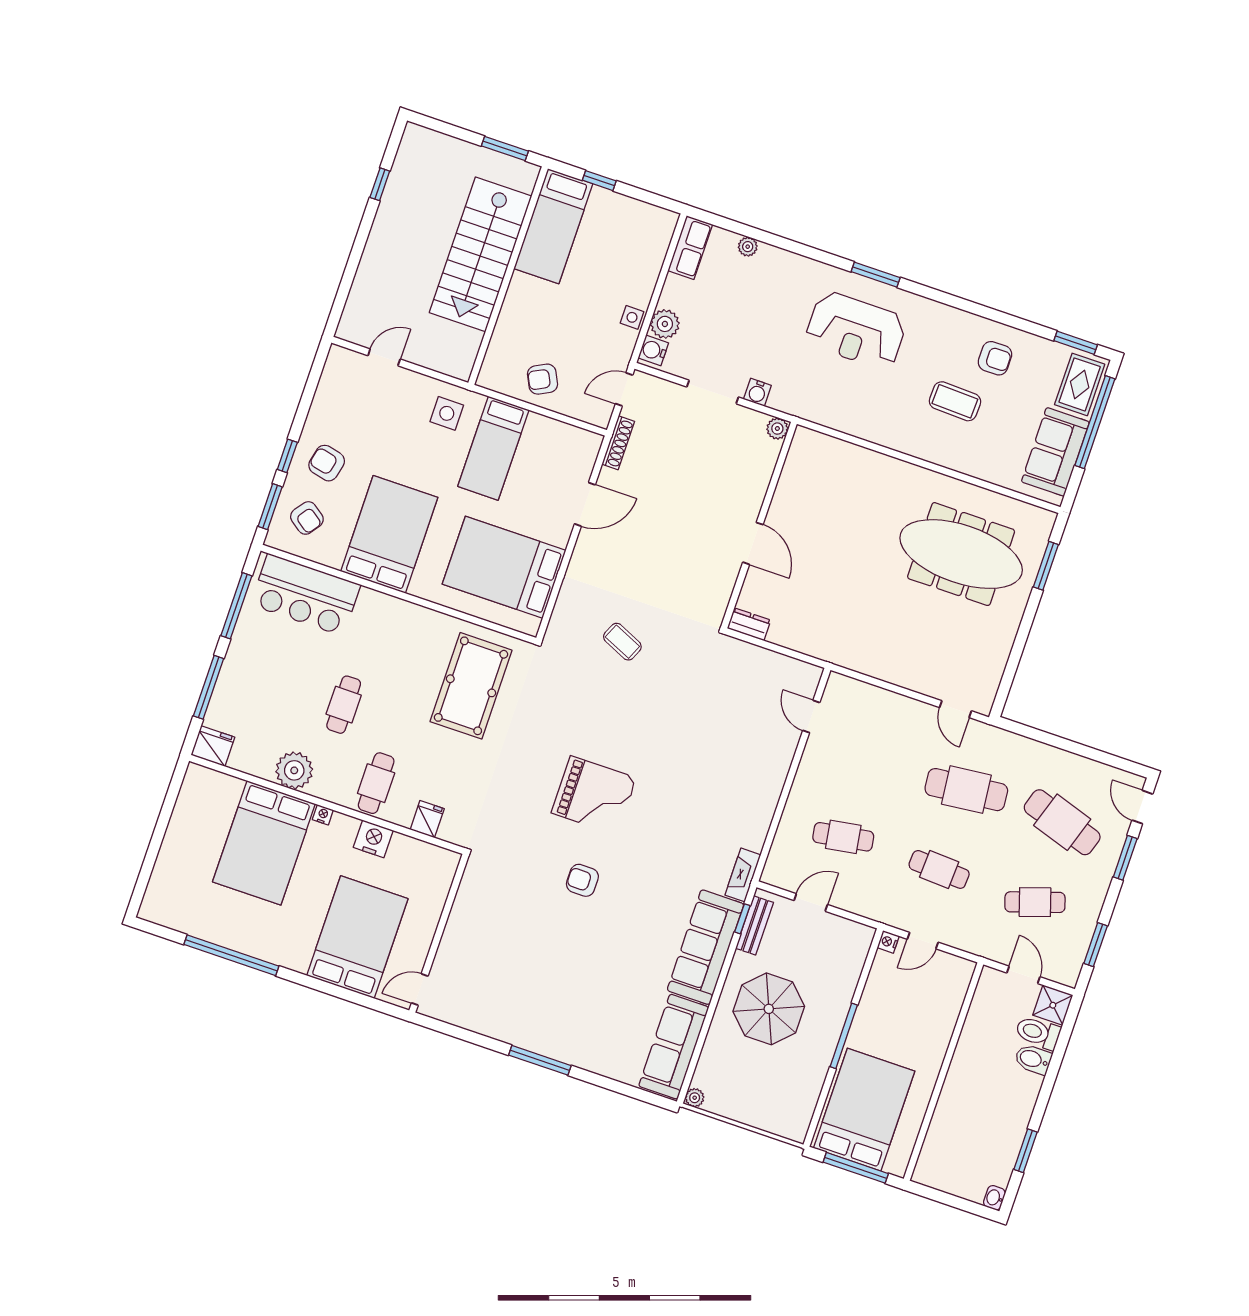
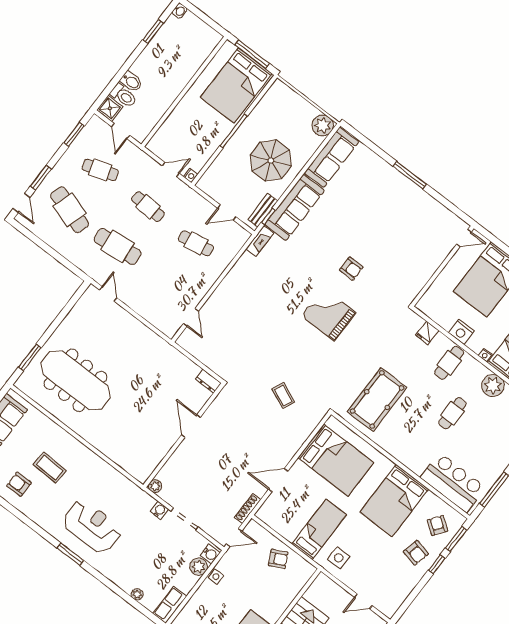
plant: (695, 1098) -> (323, 125), width x1.87, depth x1.87

